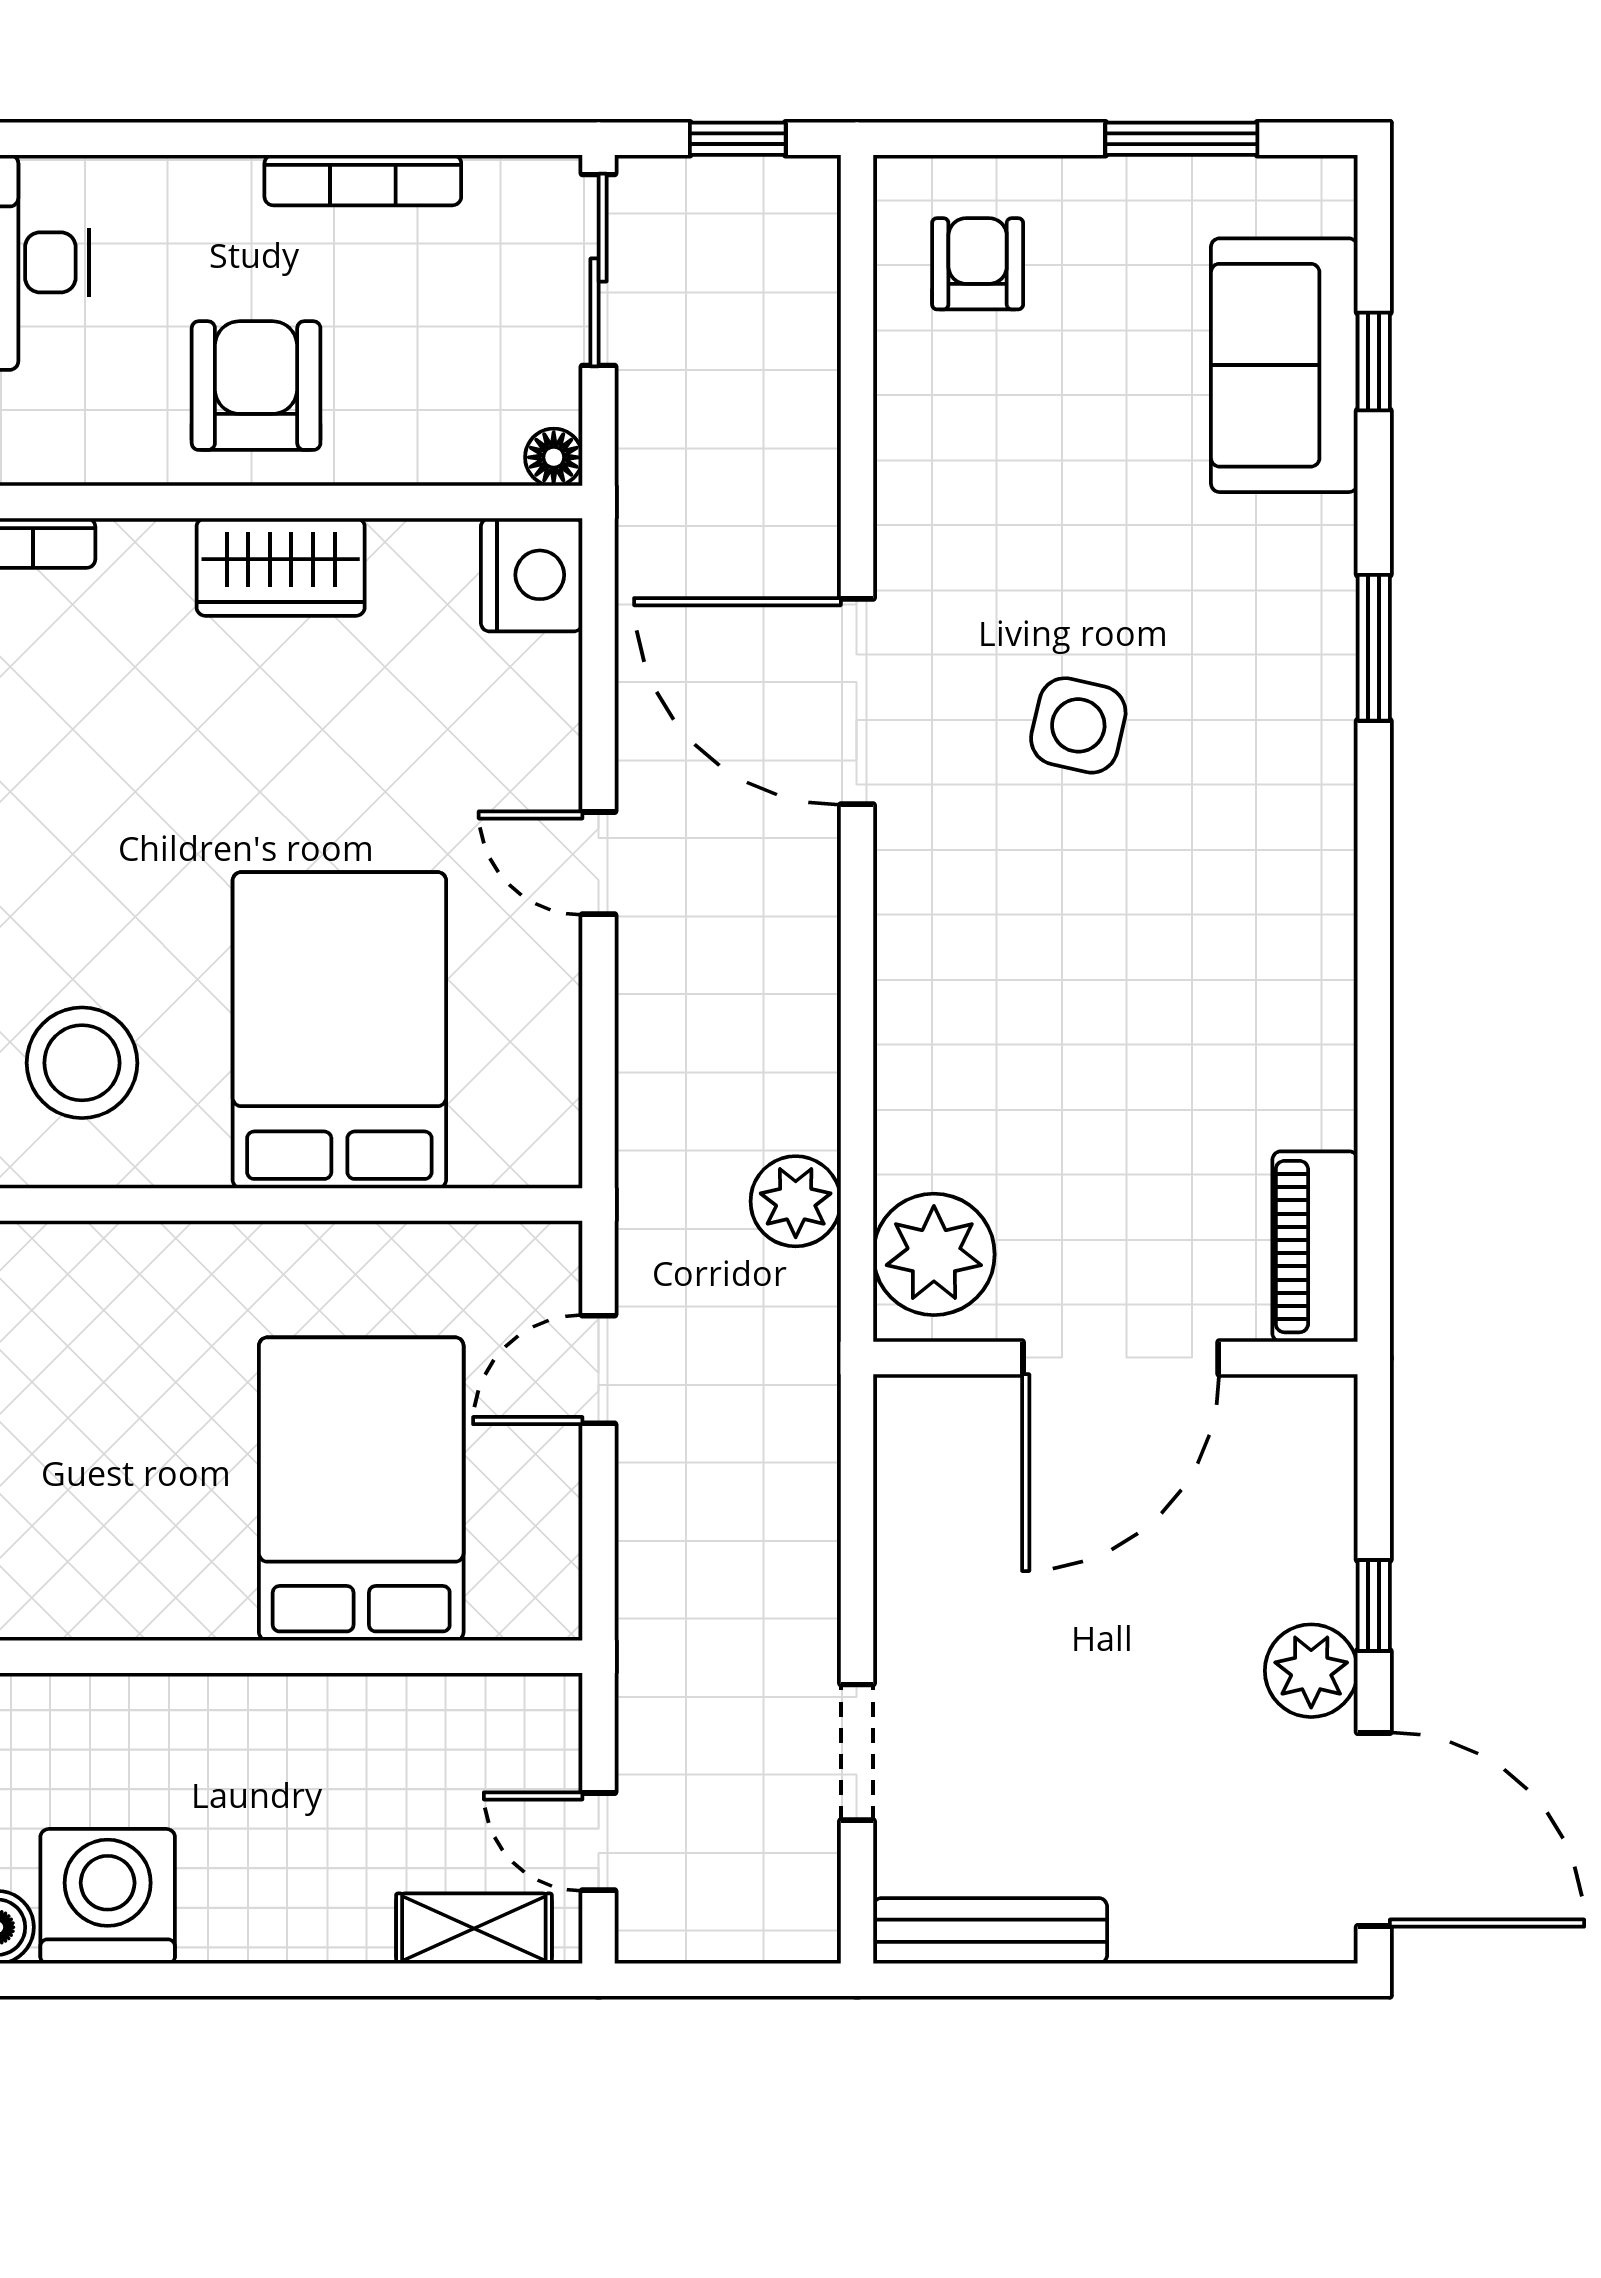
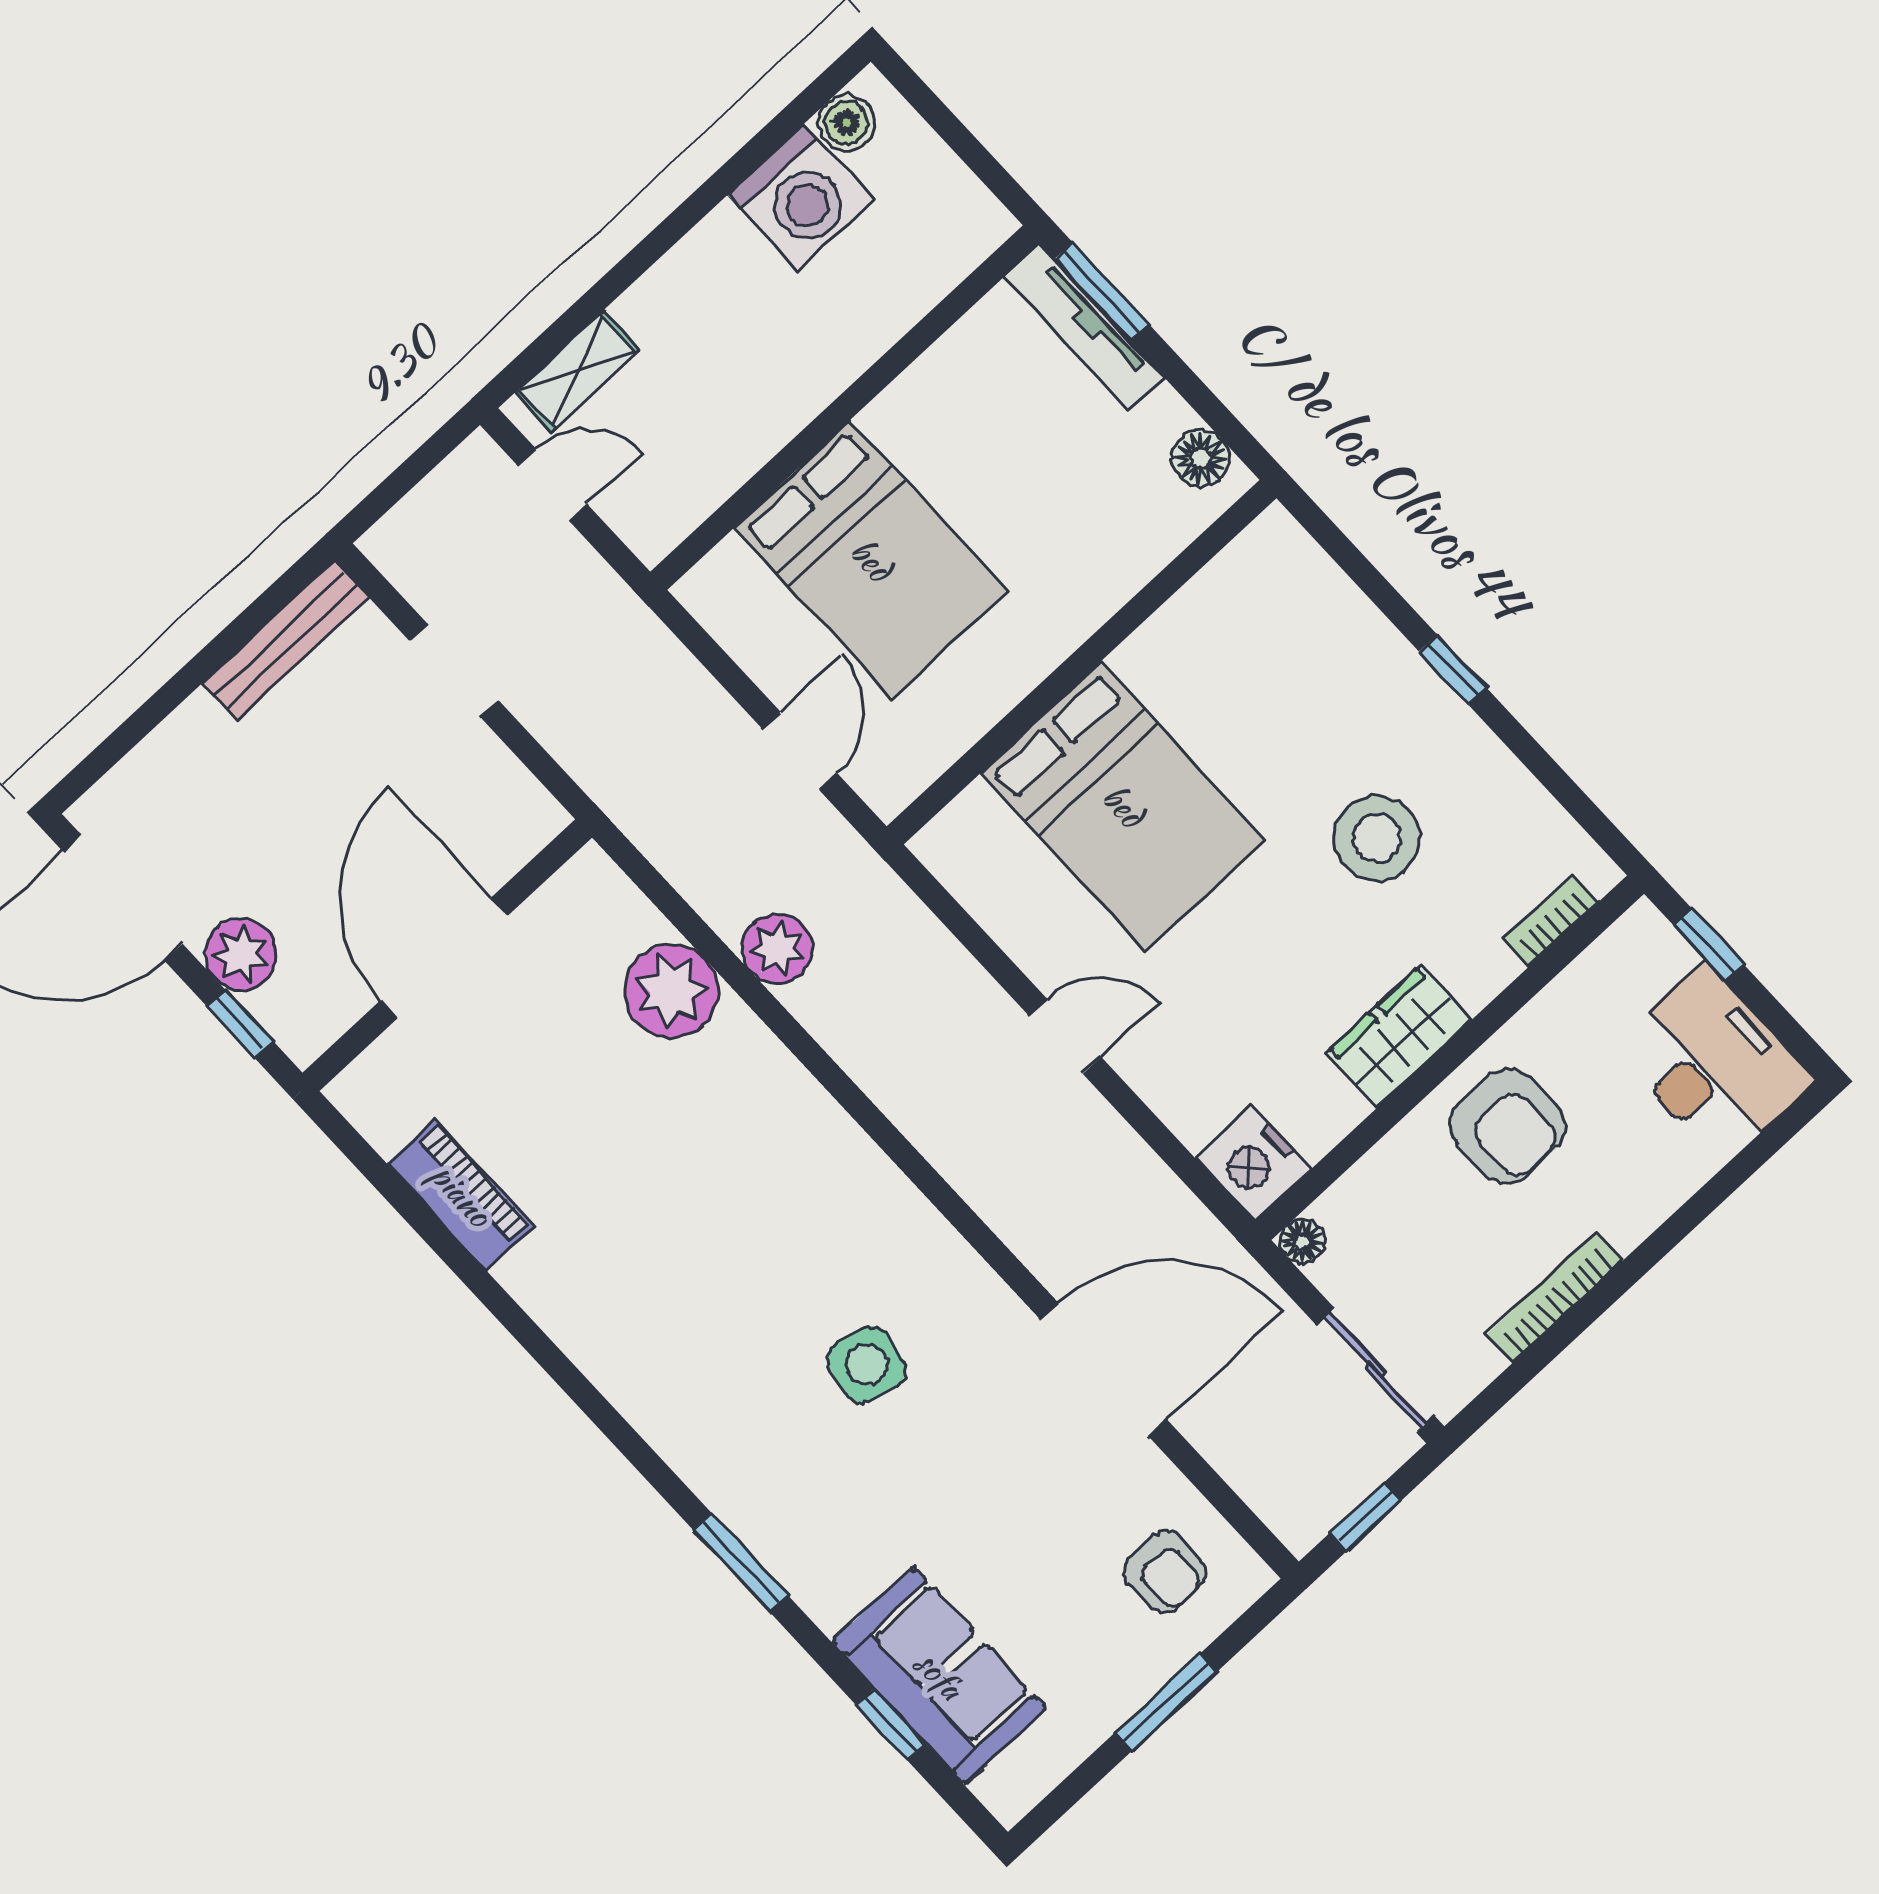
window: (1181, 139) -> (1166, 1702), moved
door: (857, 701) -> (1103, 1369), moved
stool: (82, 1063) -> (1377, 838), moved
wall: (1115, 1358) -> (447, 955), moved
door: (1121, 1358) -> (444, 958), moved

